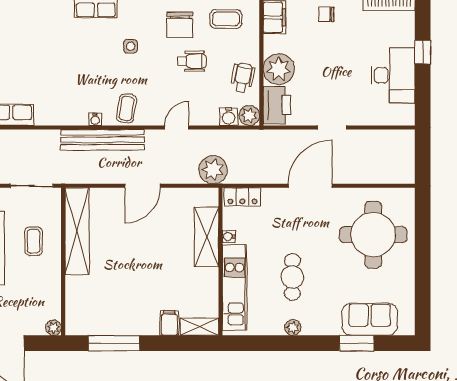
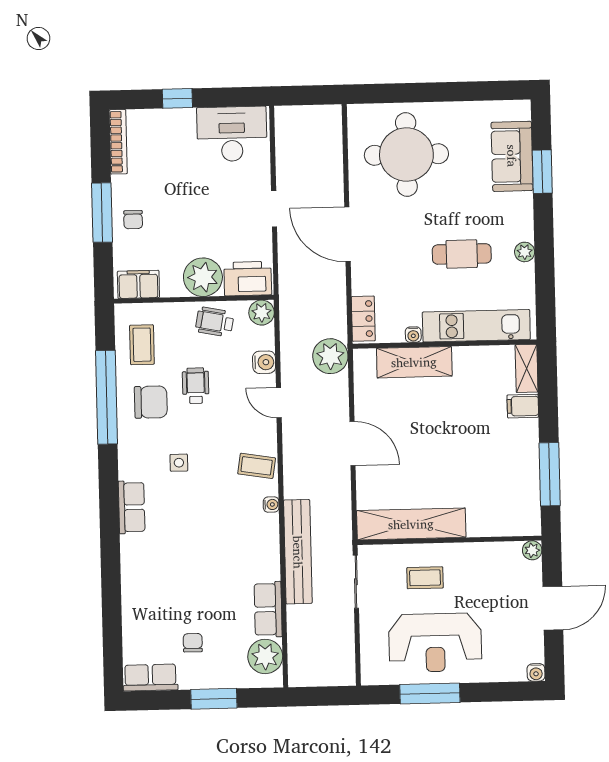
desk: (393, 75) -> (232, 134), moved
water cooler: (229, 116) -> (264, 362), moved
bench: (103, 140) -> (298, 552), moved

